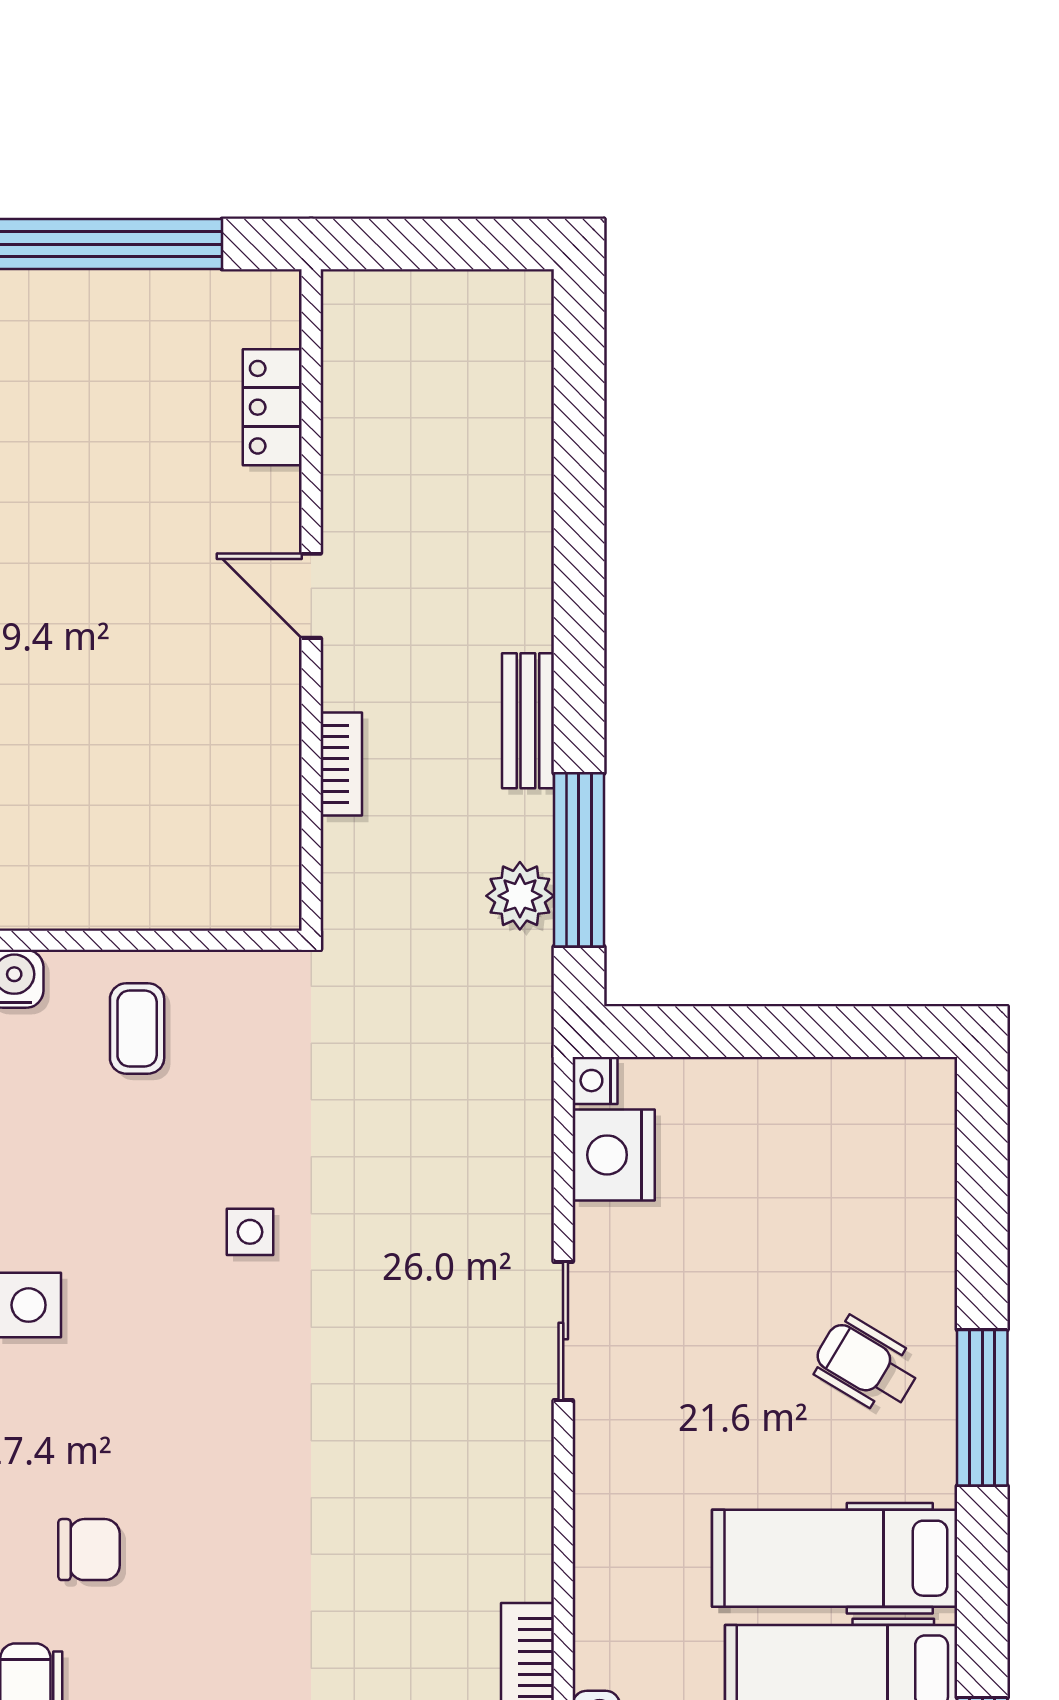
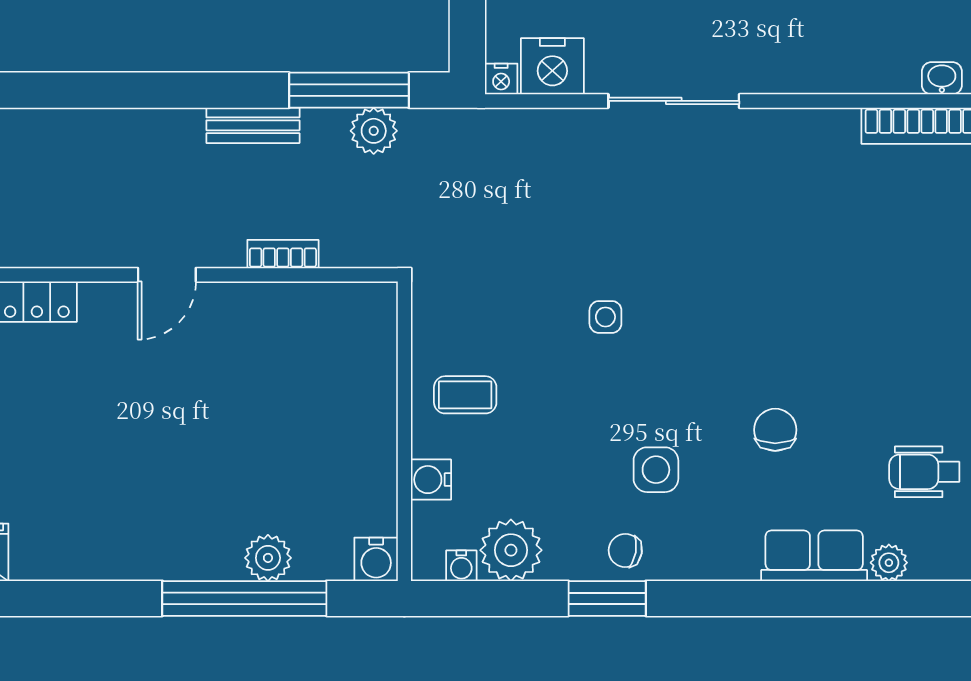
sliding door: (563, 1331) -> (674, 101), width x1.37
chair: (89, 1550) -> (775, 430), moved

